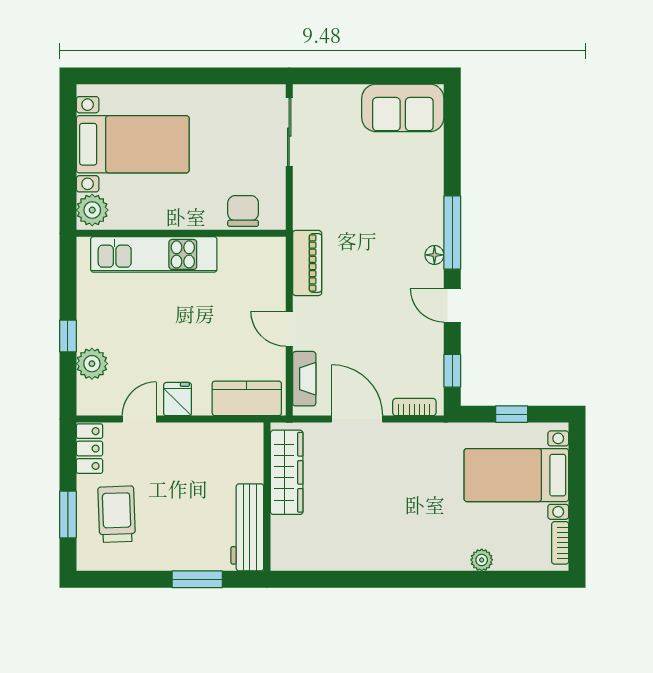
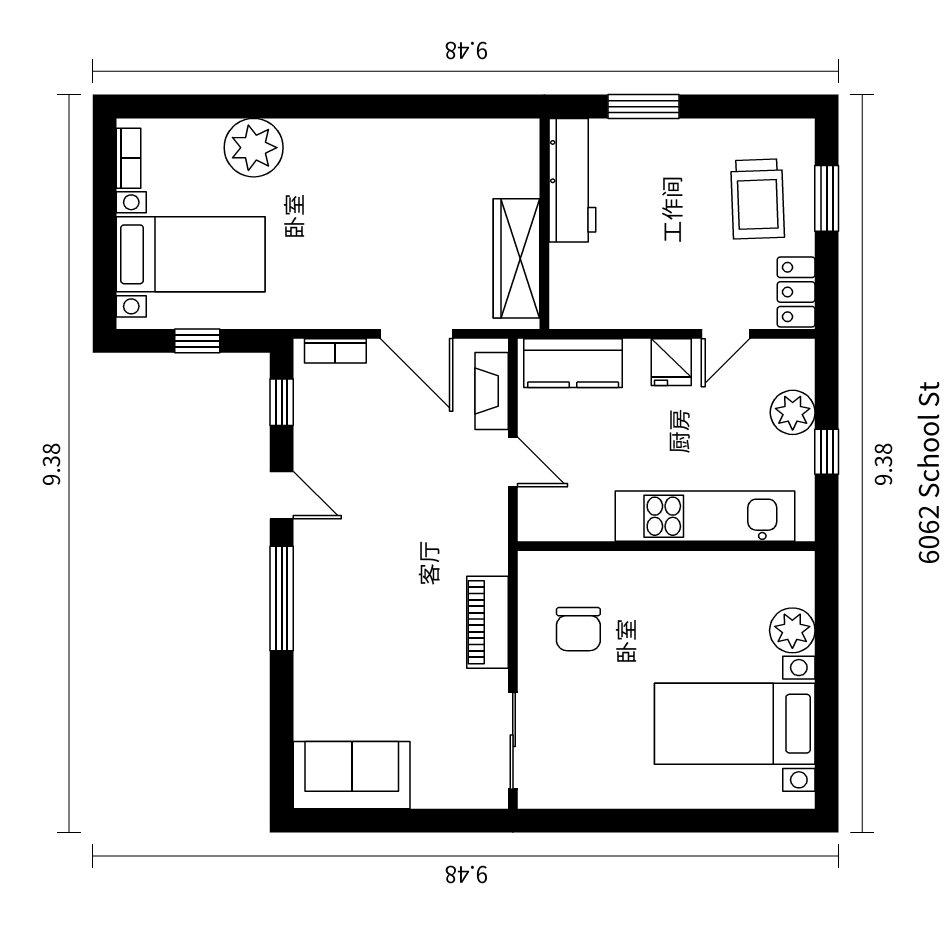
wall: (181, 233) -> (666, 546), moved
kitchen unit: (154, 254) -> (705, 516), moved
floor lamp: (434, 255) -> (307, 567), removed
piano: (307, 263) -> (487, 622), moved
plant: (482, 560) -> (254, 148), width x1.88, depth x1.88

